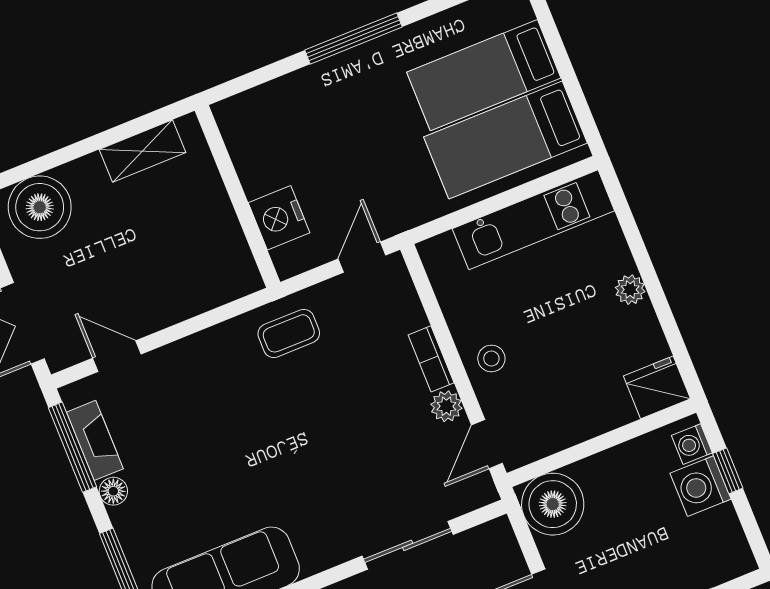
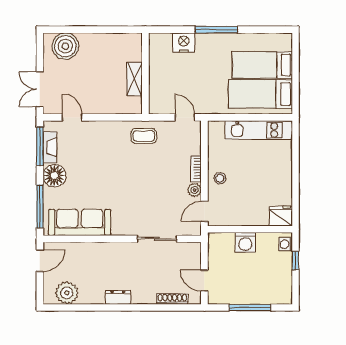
shelving: (142, 151) -> (135, 79), moved, turned 90
nightstand: (279, 218) -> (184, 43), moved, turned 90
door: (362, 257) -> (185, 117), hinge flipped
plant: (630, 290) -> (286, 173), removed
washing machine: (701, 486) -> (245, 242), moved, turned -90
floor lamp: (113, 491) -> (54, 176), width x1.89, depth x1.89
boiler: (553, 504) -> (221, 246), removed

